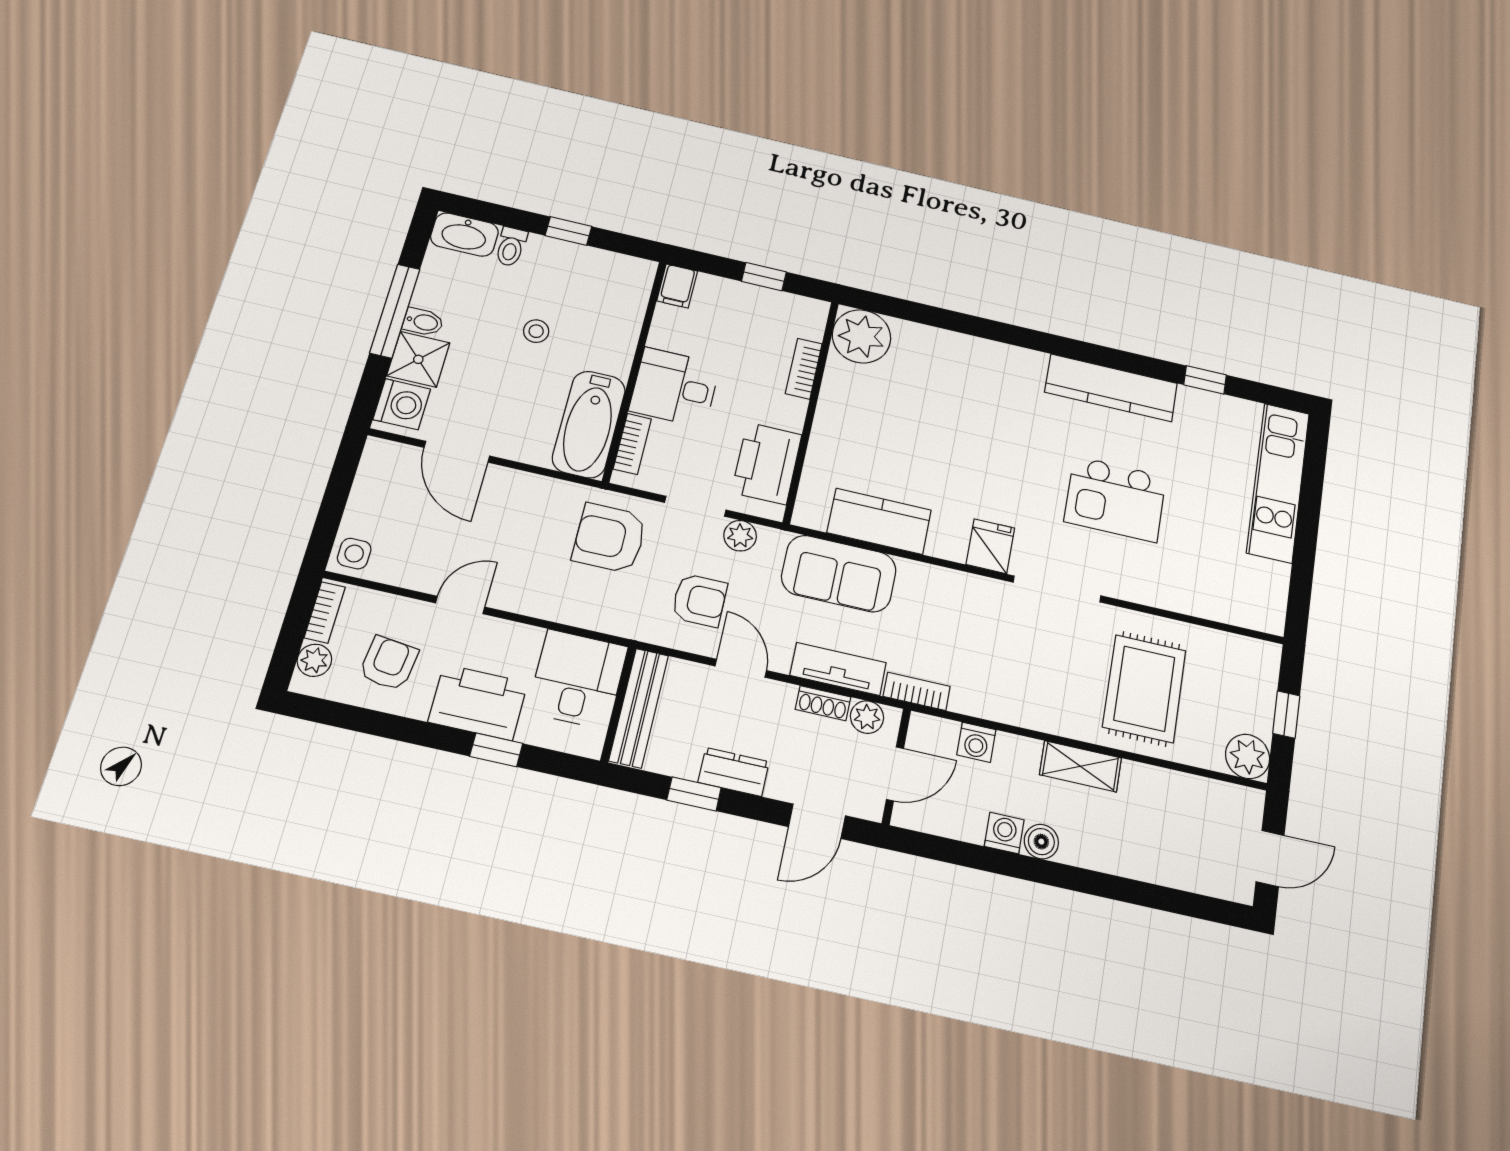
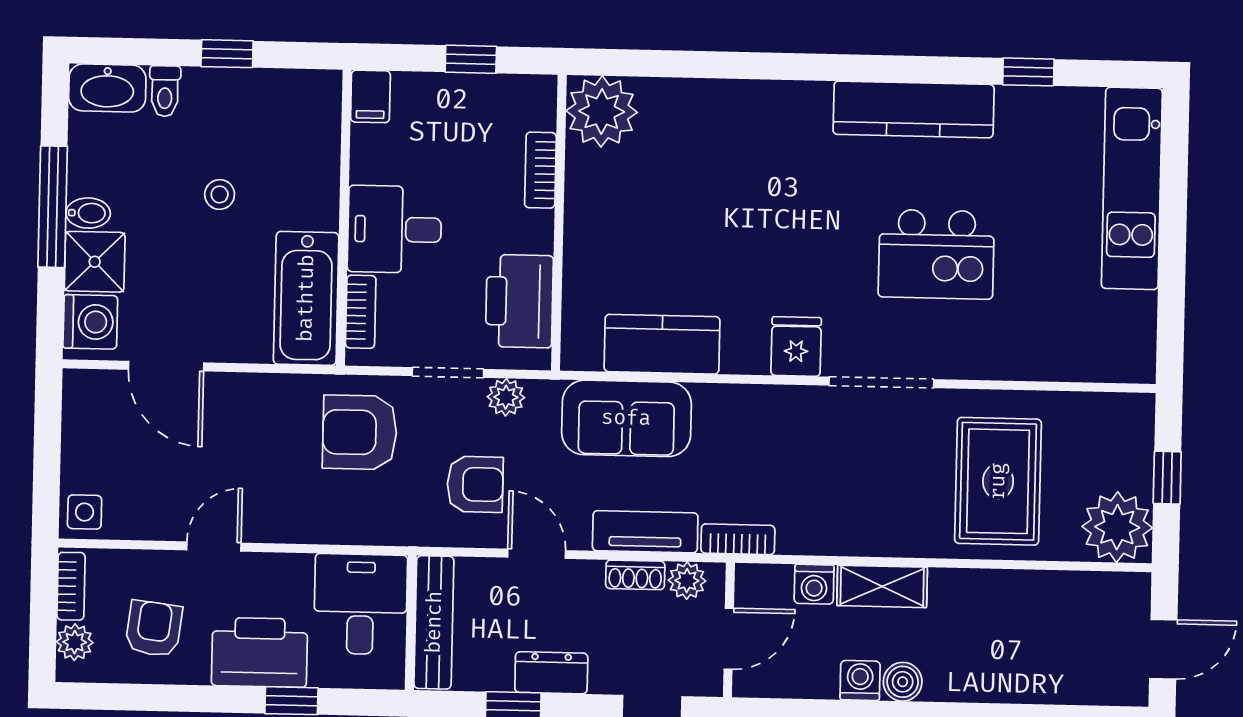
plant: (1248, 756) -> (1117, 527), width x1.36, depth x1.36
shelving: (1080, 766) -> (882, 586), moved

